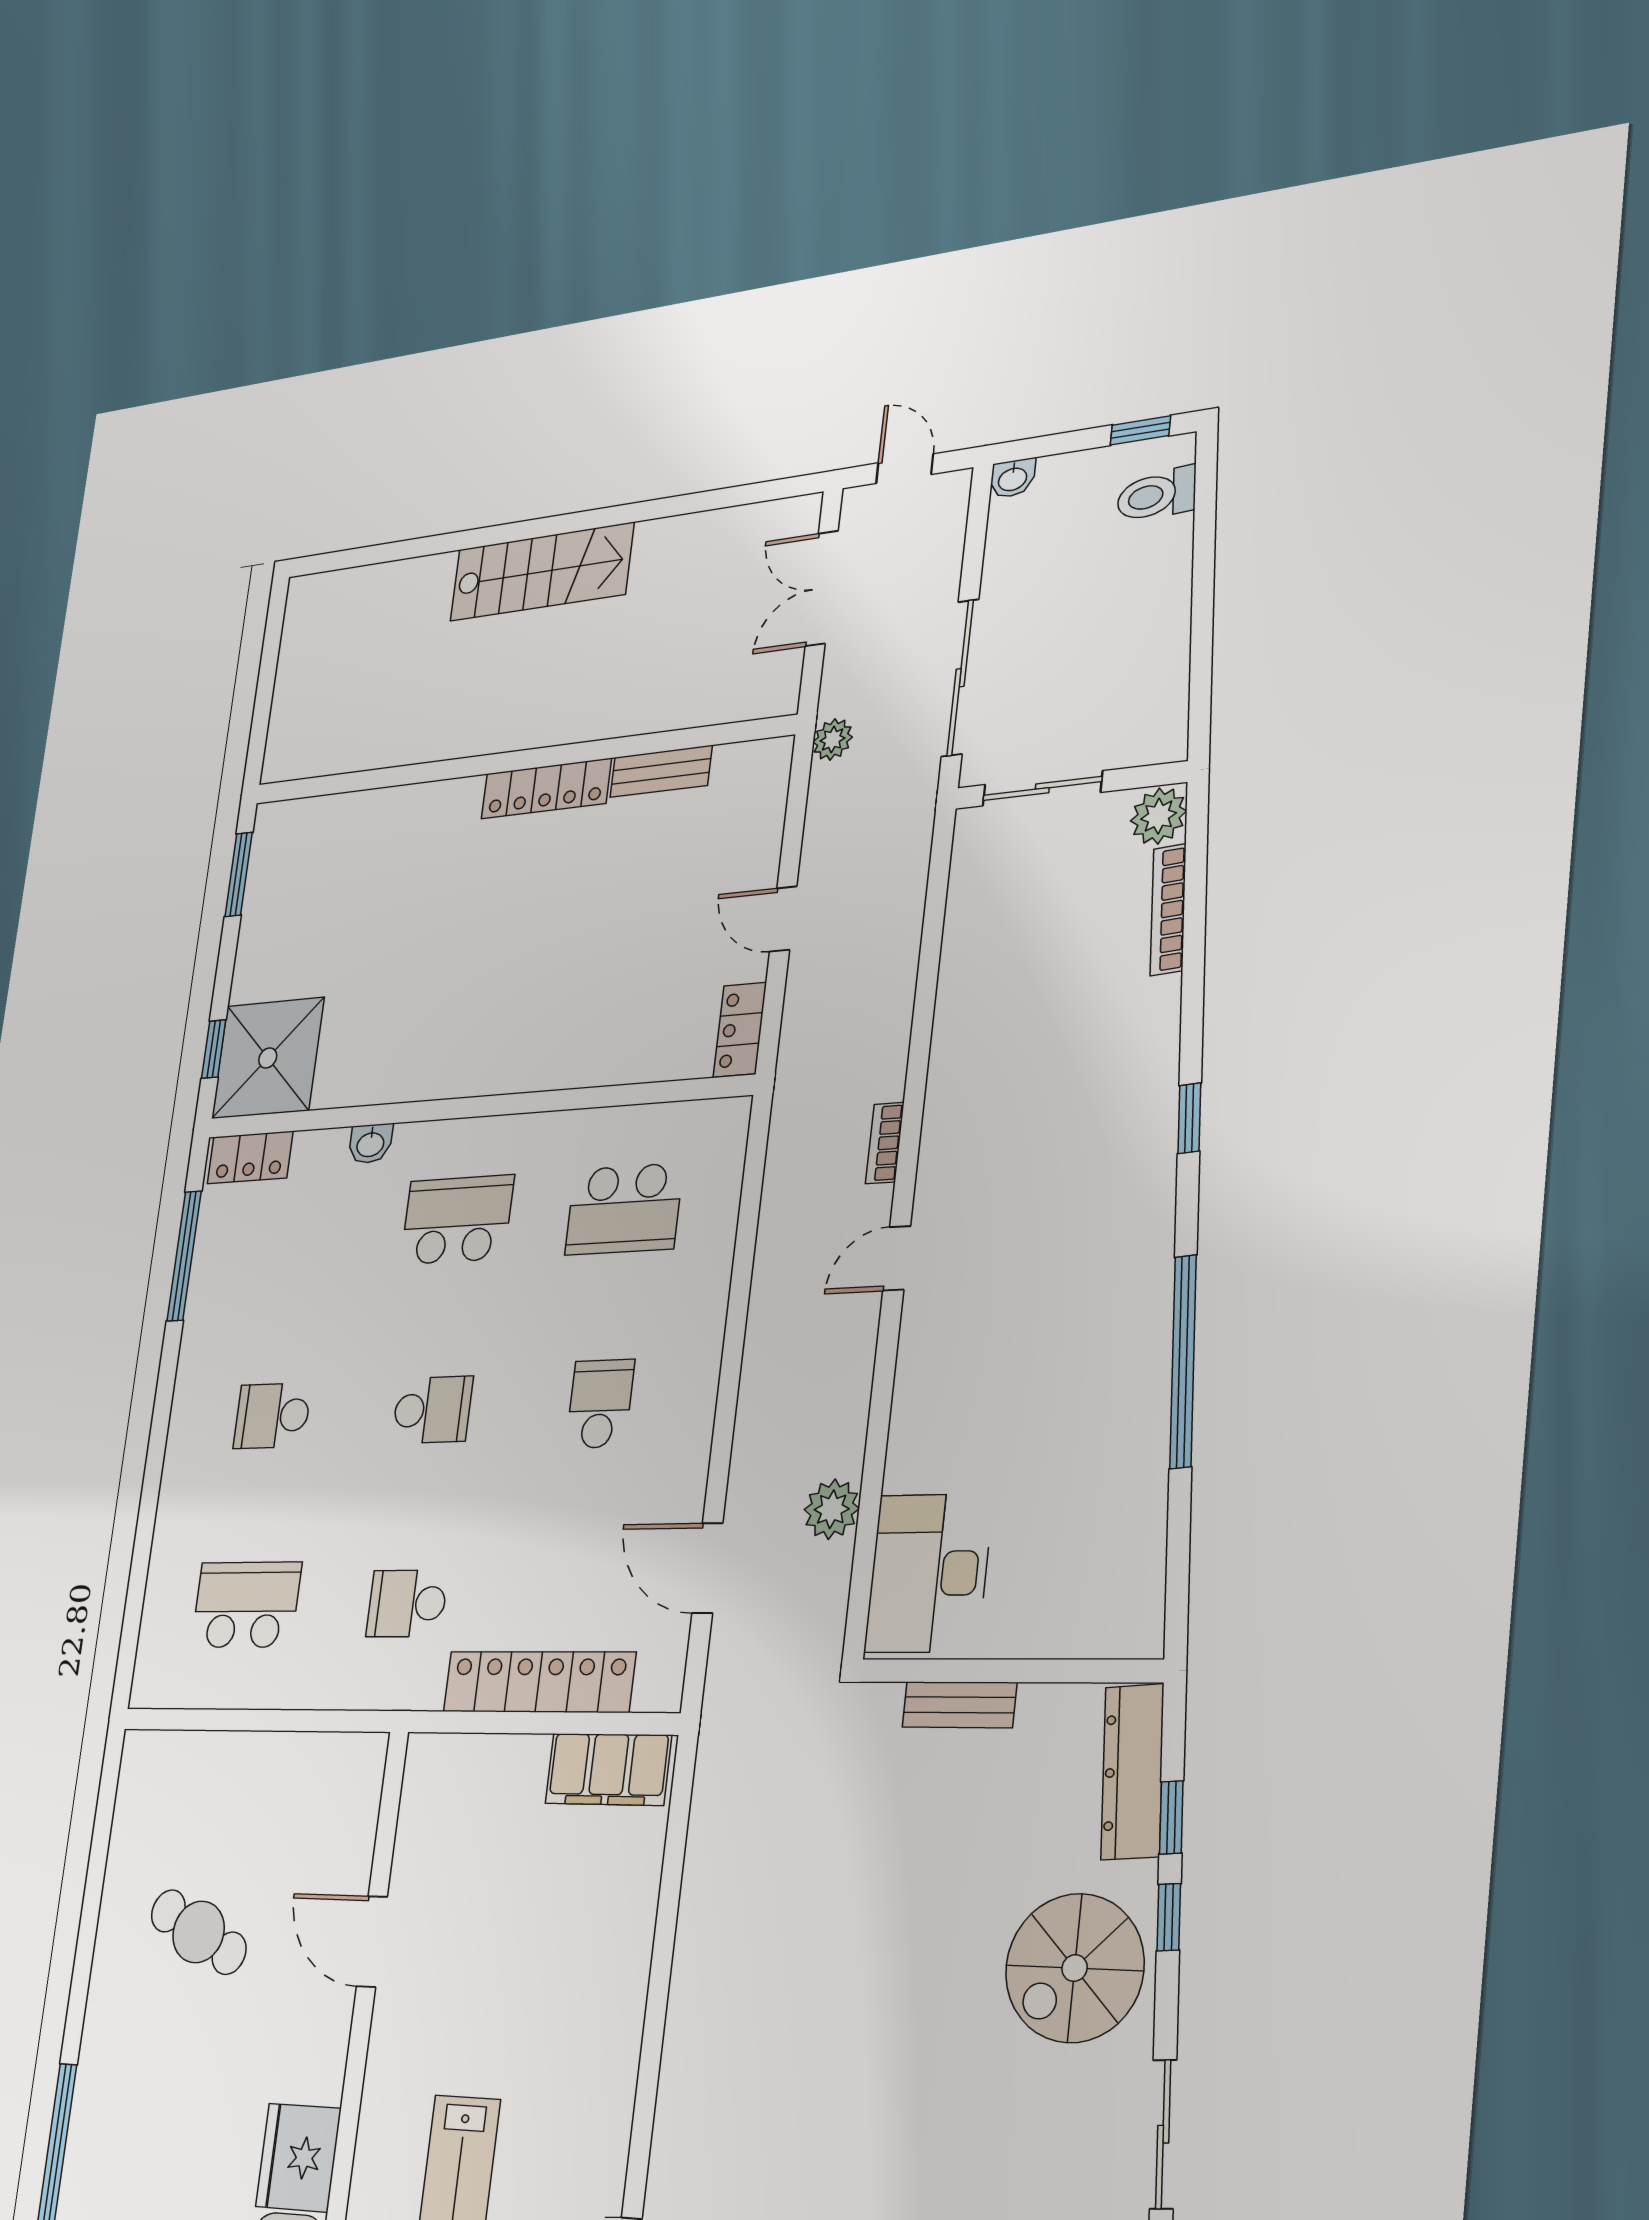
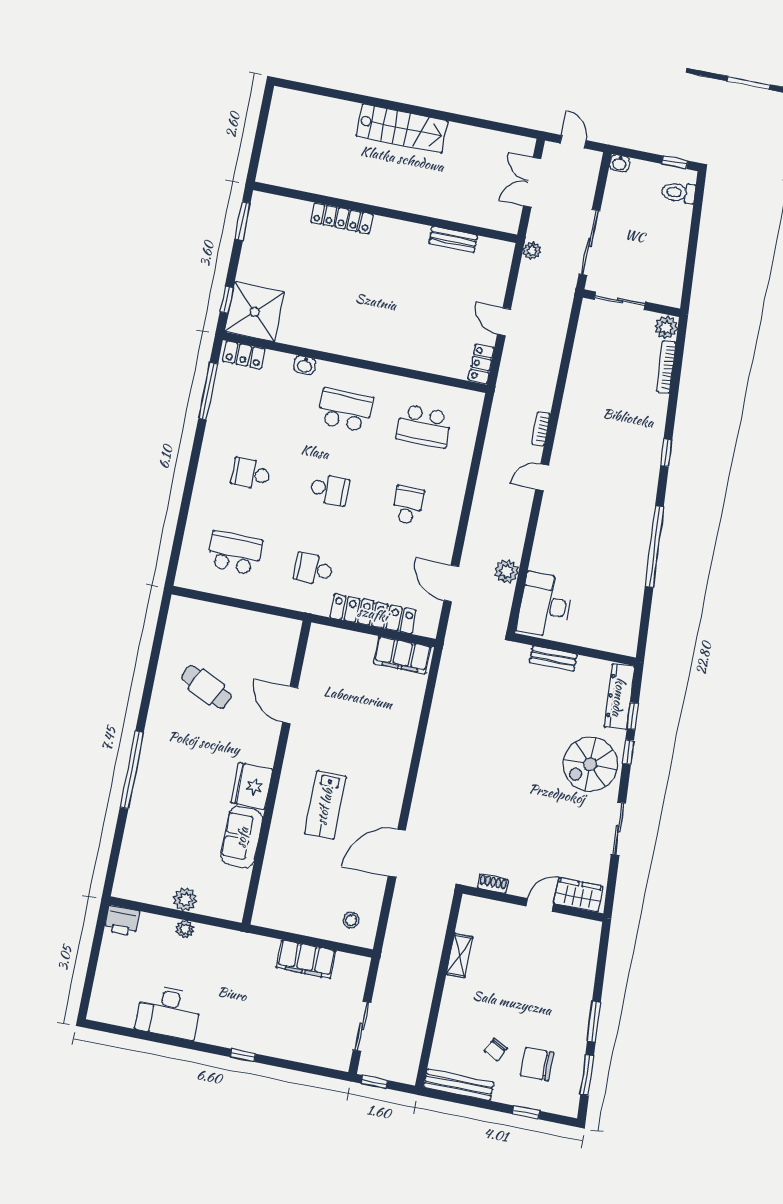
locker: (546, 789) -> (342, 218), moved

